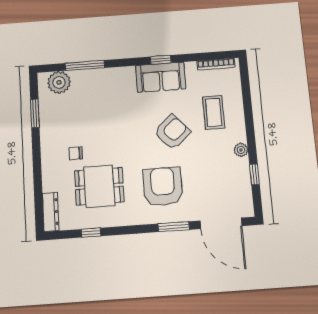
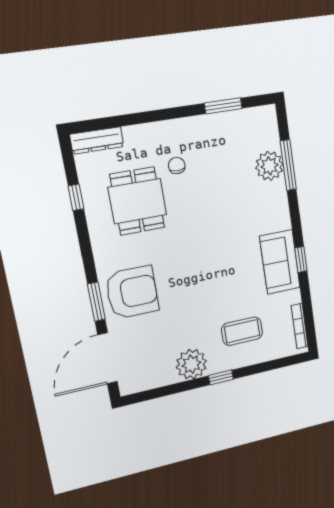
plant: (59, 82) -> (269, 166), moved
armchair: (172, 132) -> (214, 285), removed
plant: (241, 150) -> (191, 364), width x1.88, depth x1.88
window: (254, 174) -> (221, 377), moved
armchair: (163, 187) -> (132, 292), moved

